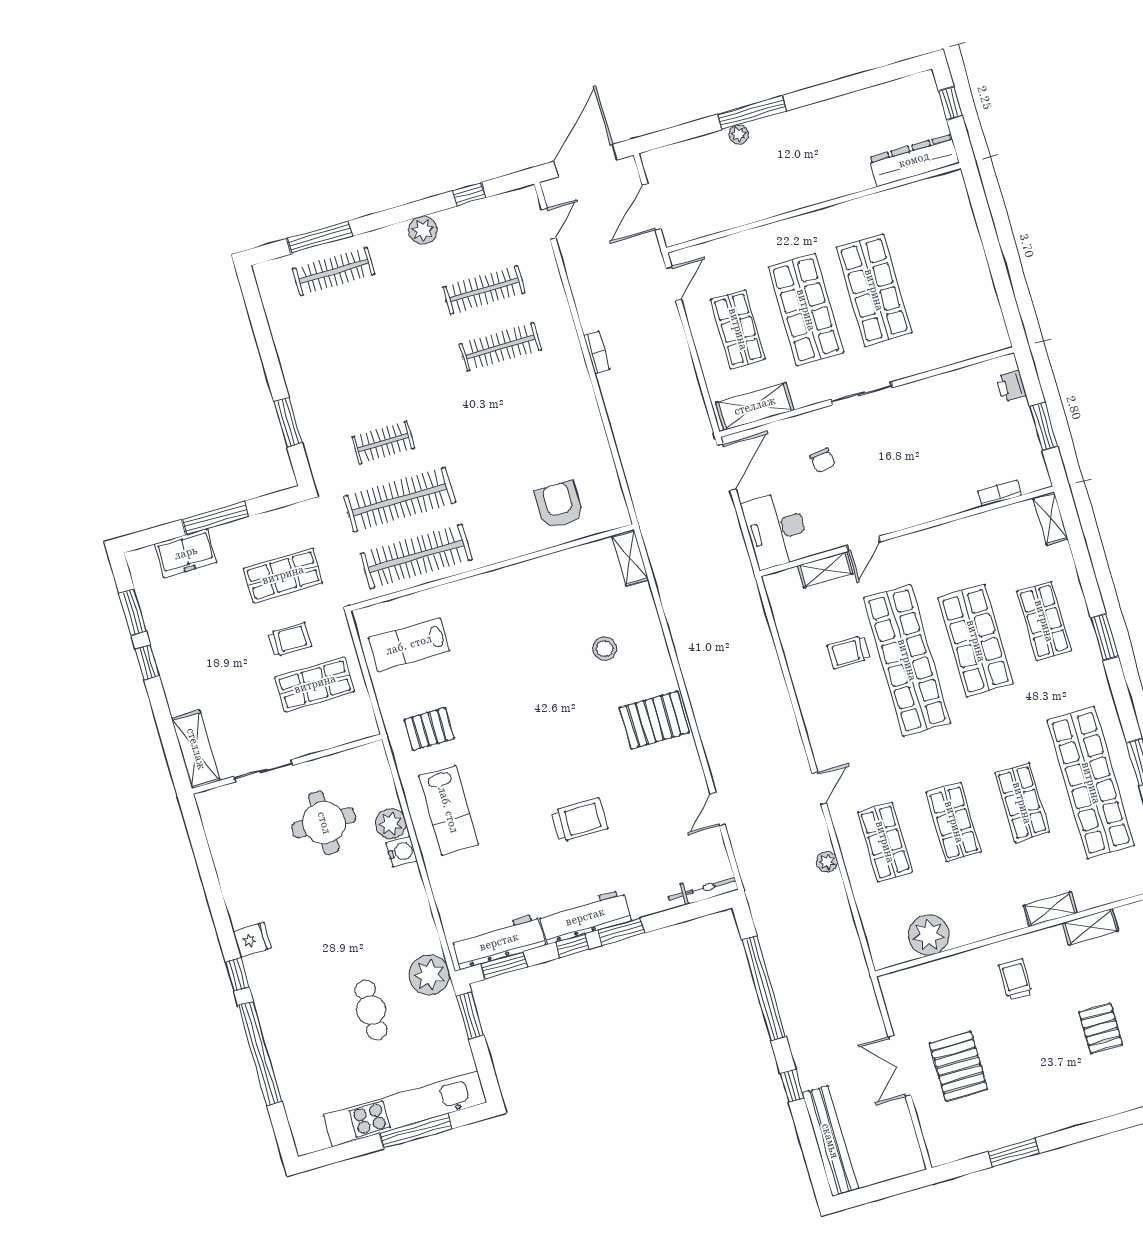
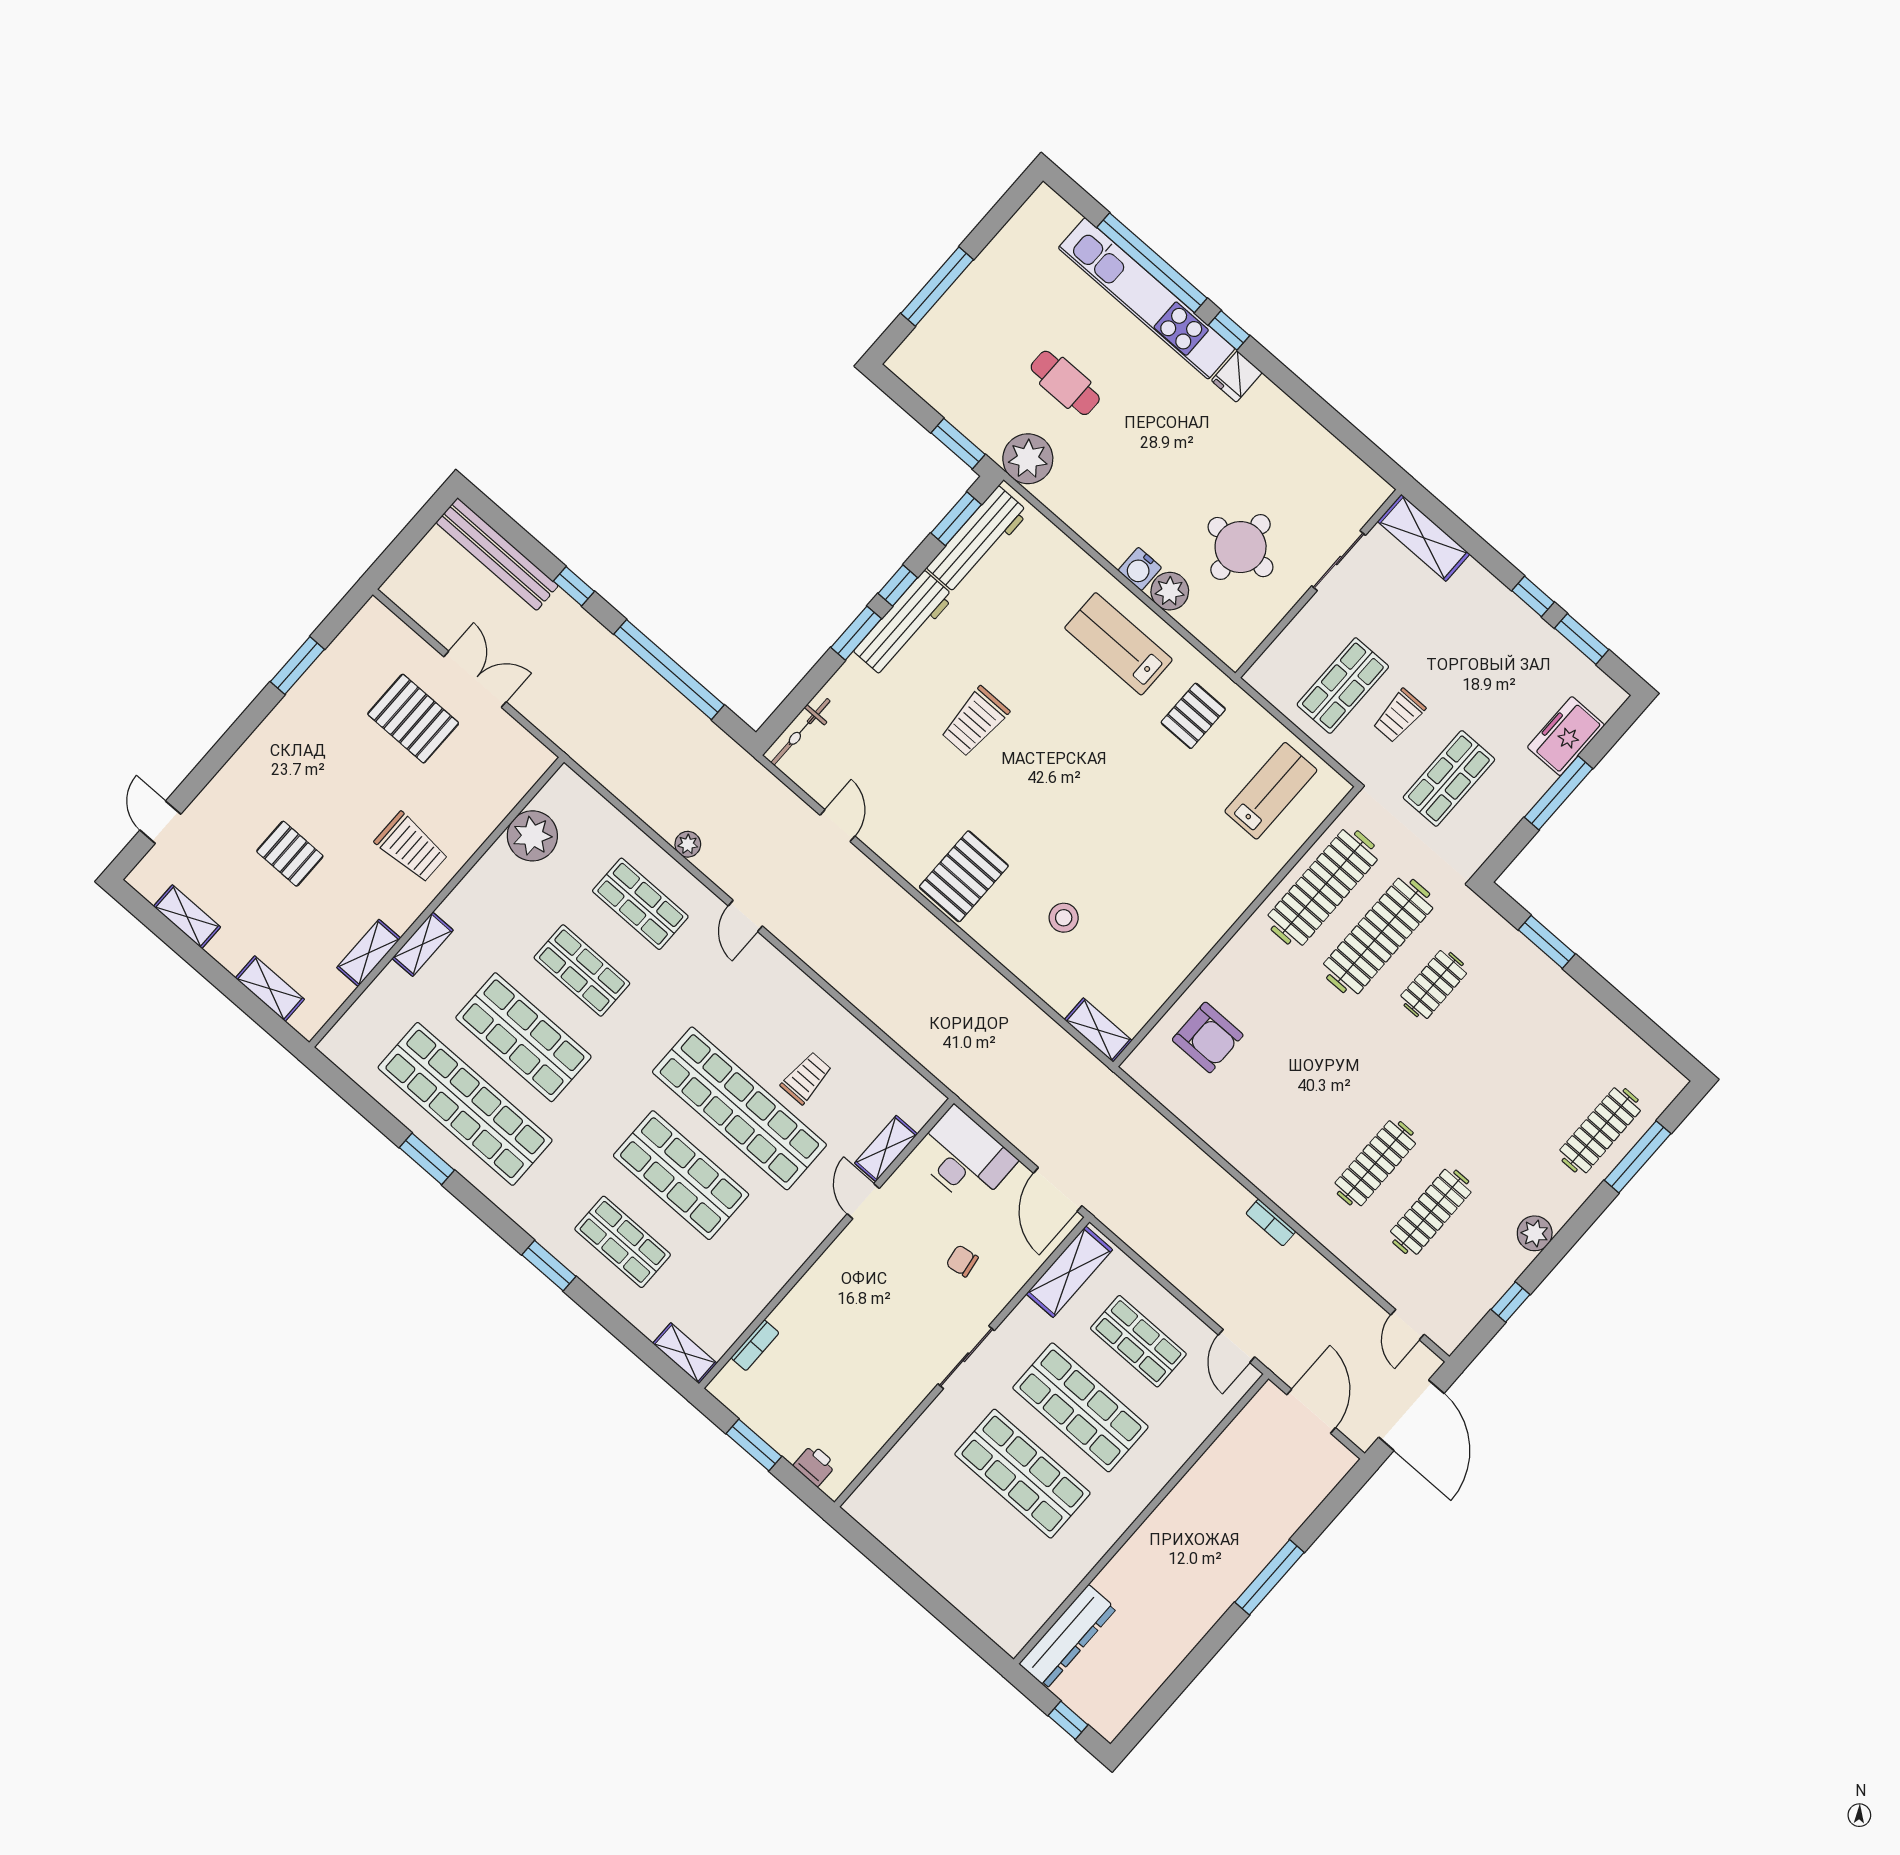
plant: (739, 135) -> (1268, 1546), removed
shop shelf: (1022, 803) -> (523, 1037), width x1.43, depth x1.36
trolley: (1016, 980) -> (411, 847), width x1.36, depth x1.39
kitchen unit: (405, 1109) -> (1147, 298), moved, turned 90

